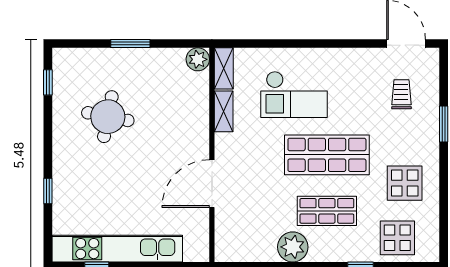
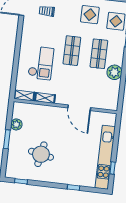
plant: (198, 59) -> (16, 124), moved
shop shelf: (327, 155) -> (72, 51), width x0.70, depth x0.74

